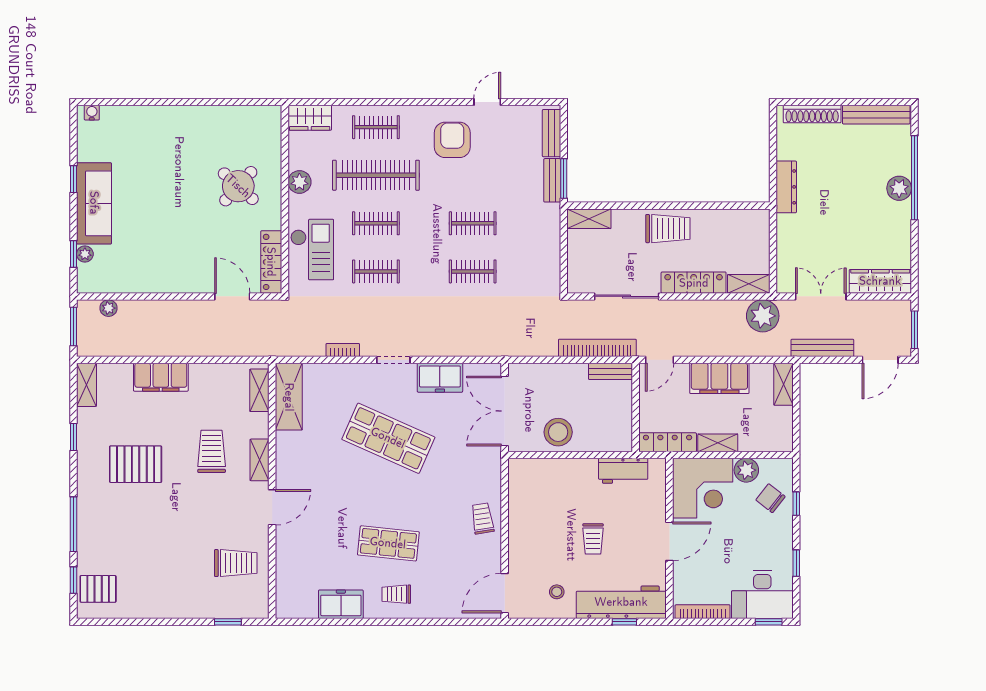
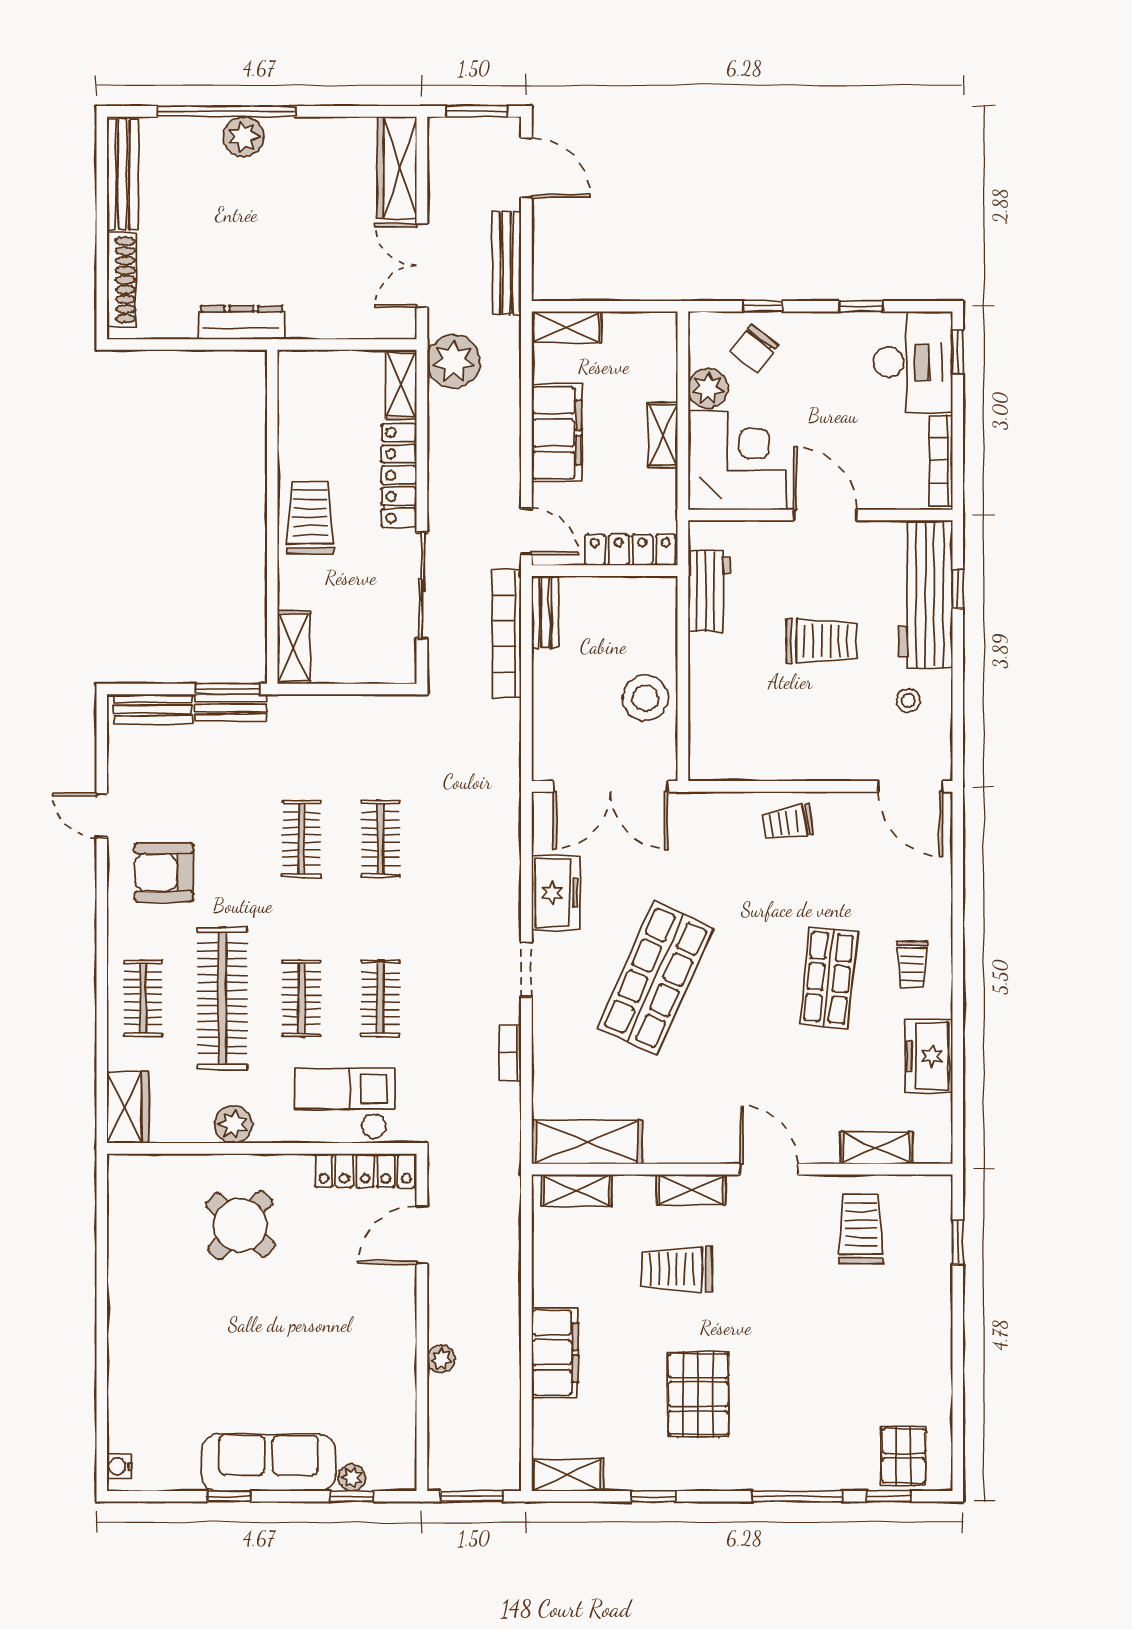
plant: (108, 308) -> (441, 1359), moved
locker: (668, 442) -> (630, 550), moved, turned 90
trolley: (593, 539) -> (821, 641), width x1.36, depth x1.39
shelving: (285, 573) -> (877, 1148), added

